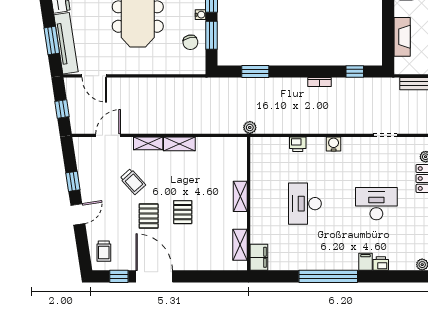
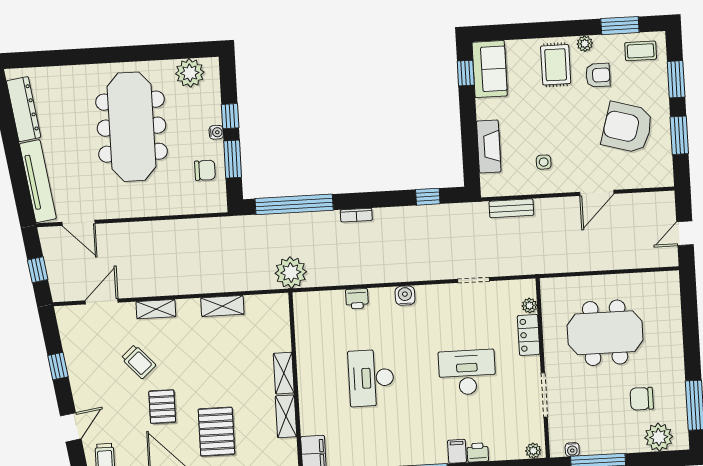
window: (52, 41) -> (19, 179), removed
chair: (190, 42) -> (205, 170), turned -77
window: (255, 71) -> (294, 204), width x2.11
bookcase: (320, 82) -> (356, 215), moved
plant: (250, 127) -> (291, 273), width x1.88, depth x1.88
shelving: (179, 144) -> (222, 306), moved
pallet: (183, 212) -> (216, 432), moved, width x1.50, depth x1.42
door: (78, 214) -> (71, 427), moved
shelving: (240, 245) -> (286, 416), moved

